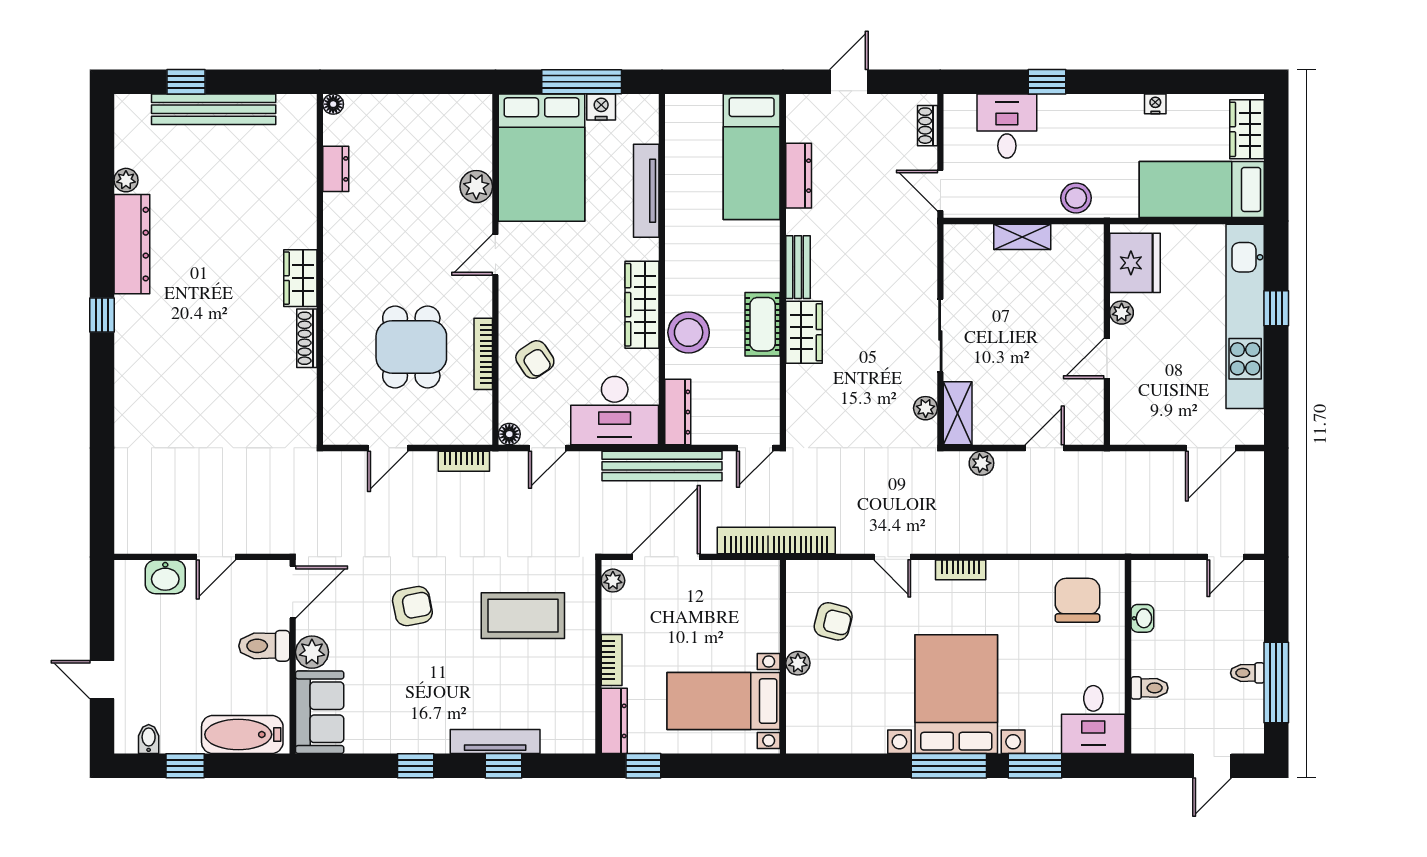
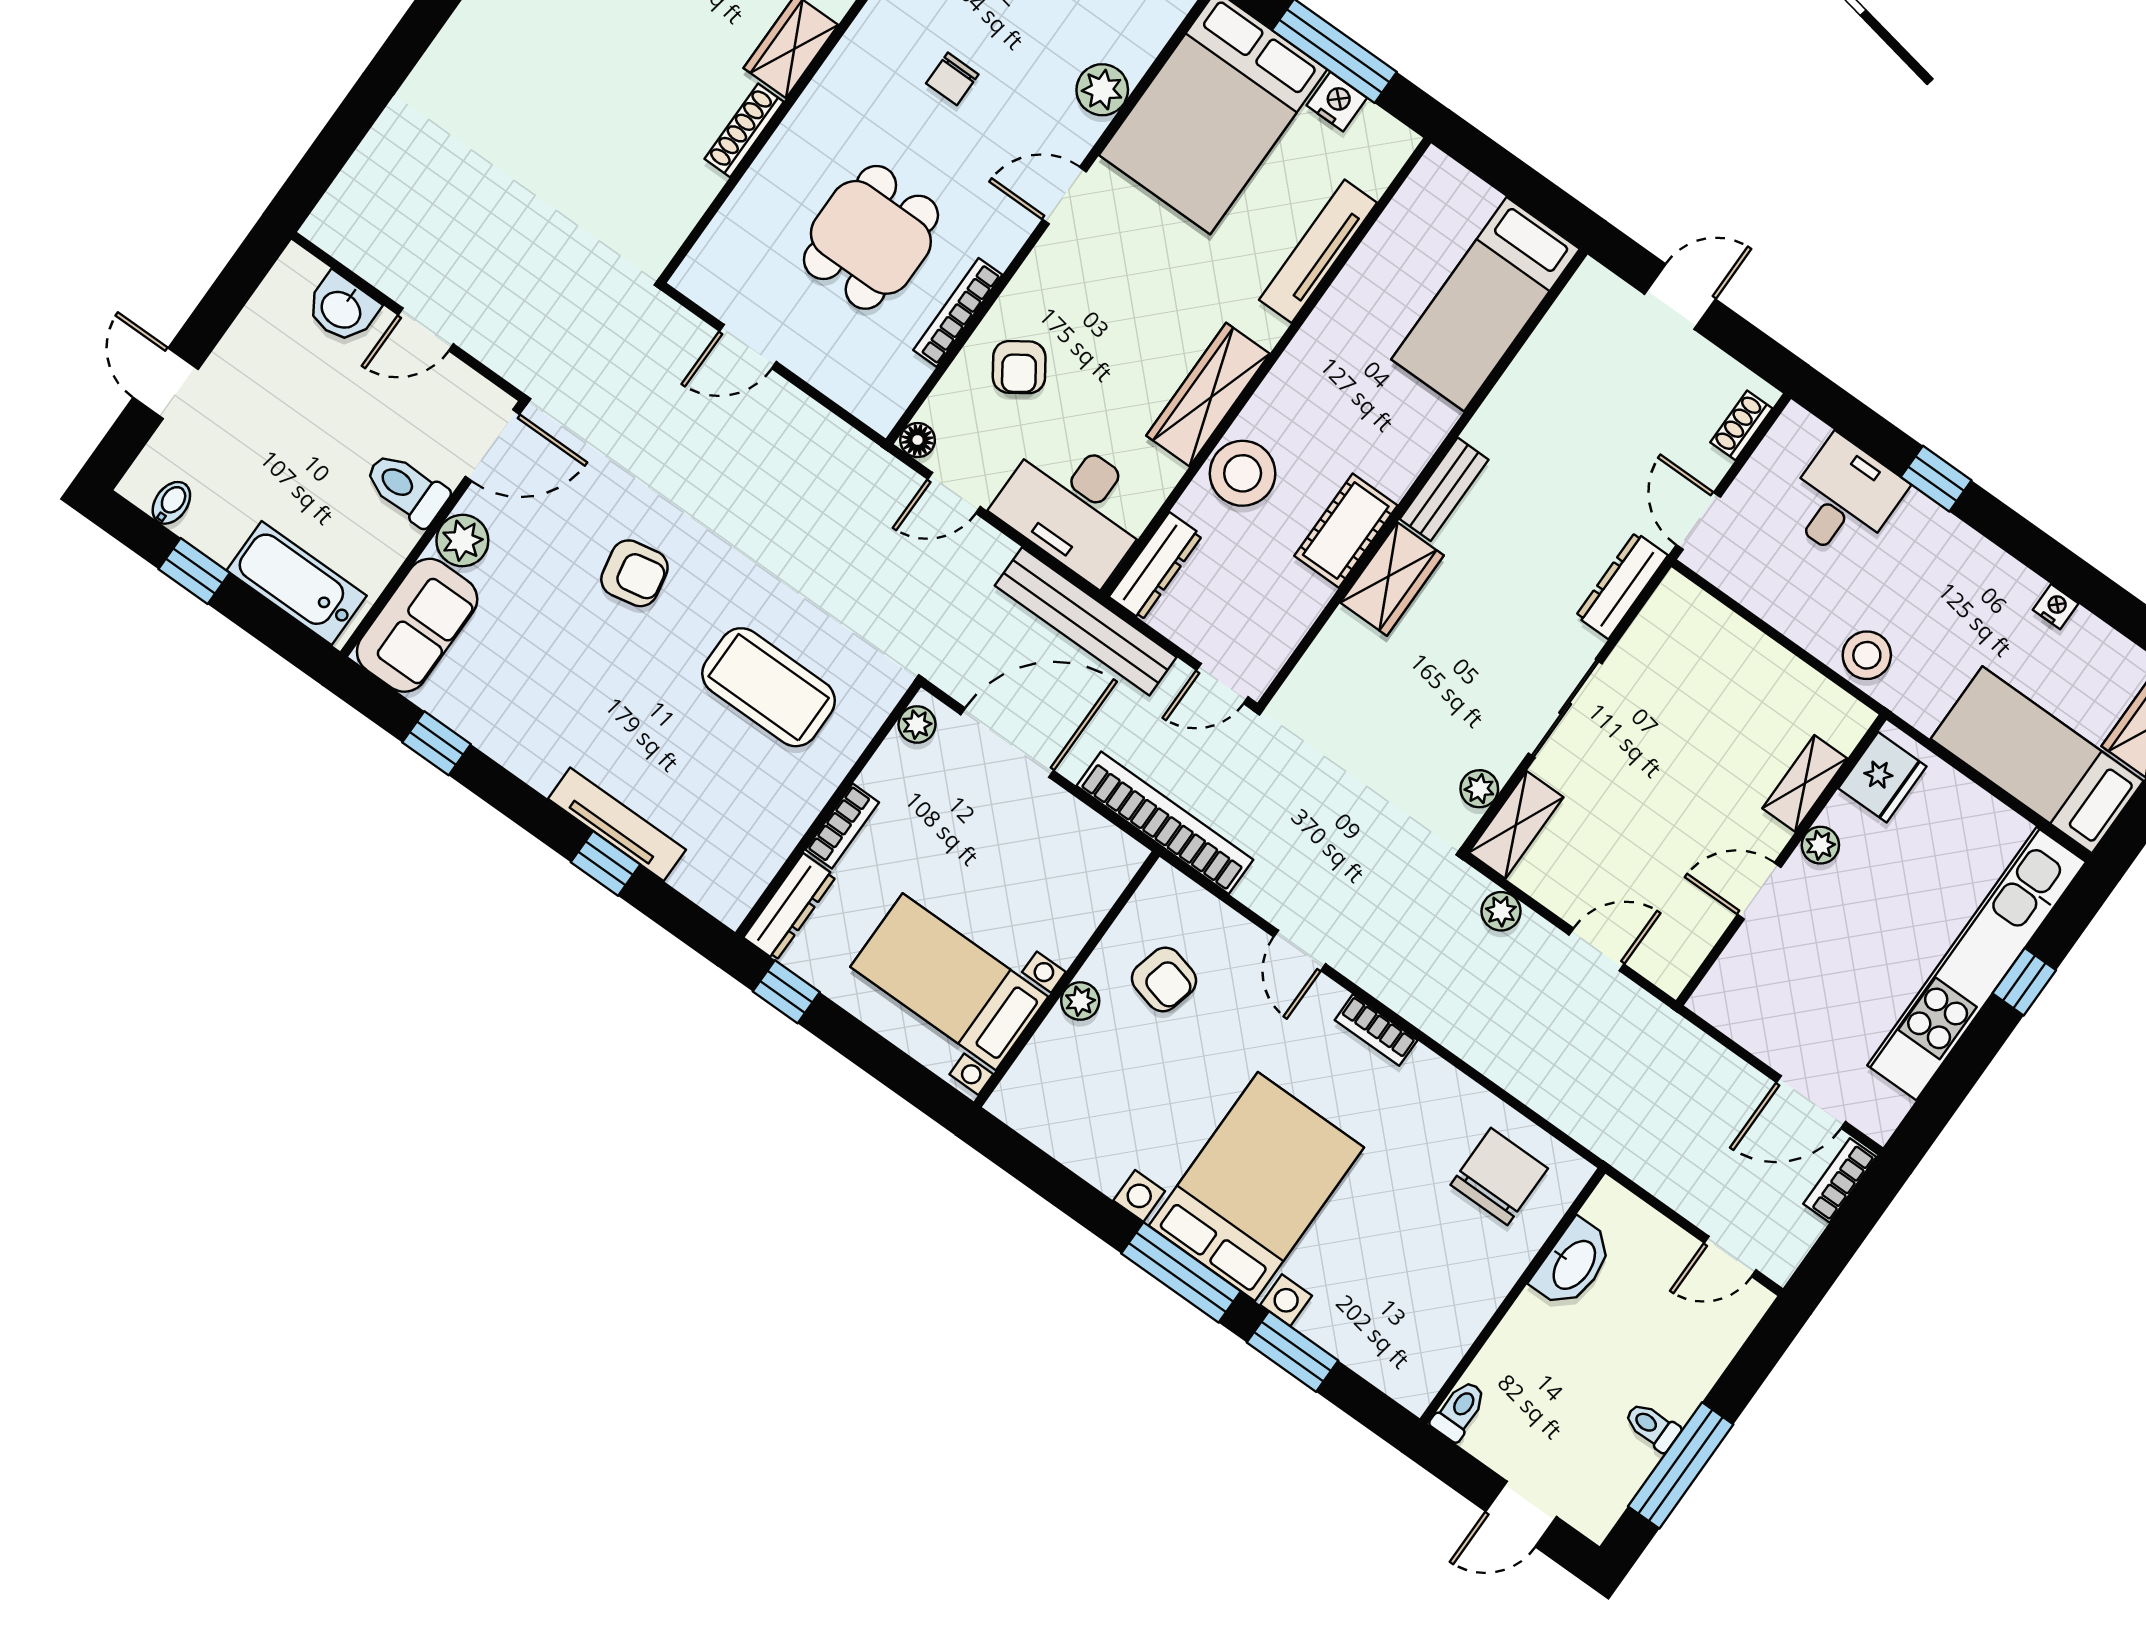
dresser: (799, 176) -> (1622, 586), moved, turned 180
chair: (395, 236) -> (952, 79), added
shelving: (1022, 237) -> (1805, 783), moved, turned 90
fridge: (1135, 263) -> (1882, 777), width x0.73, depth x0.75
bookcase: (464, 461) -> (1840, 1180), moved, turned 90
washbasin: (1142, 618) -> (1573, 1264), width x1.91, depth x1.45
toilet: (1149, 688) -> (1459, 1411), moved, turned -90
desk: (1093, 720) -> (1410, 1345), removed
window: (416, 766) -> (437, 743), moved

